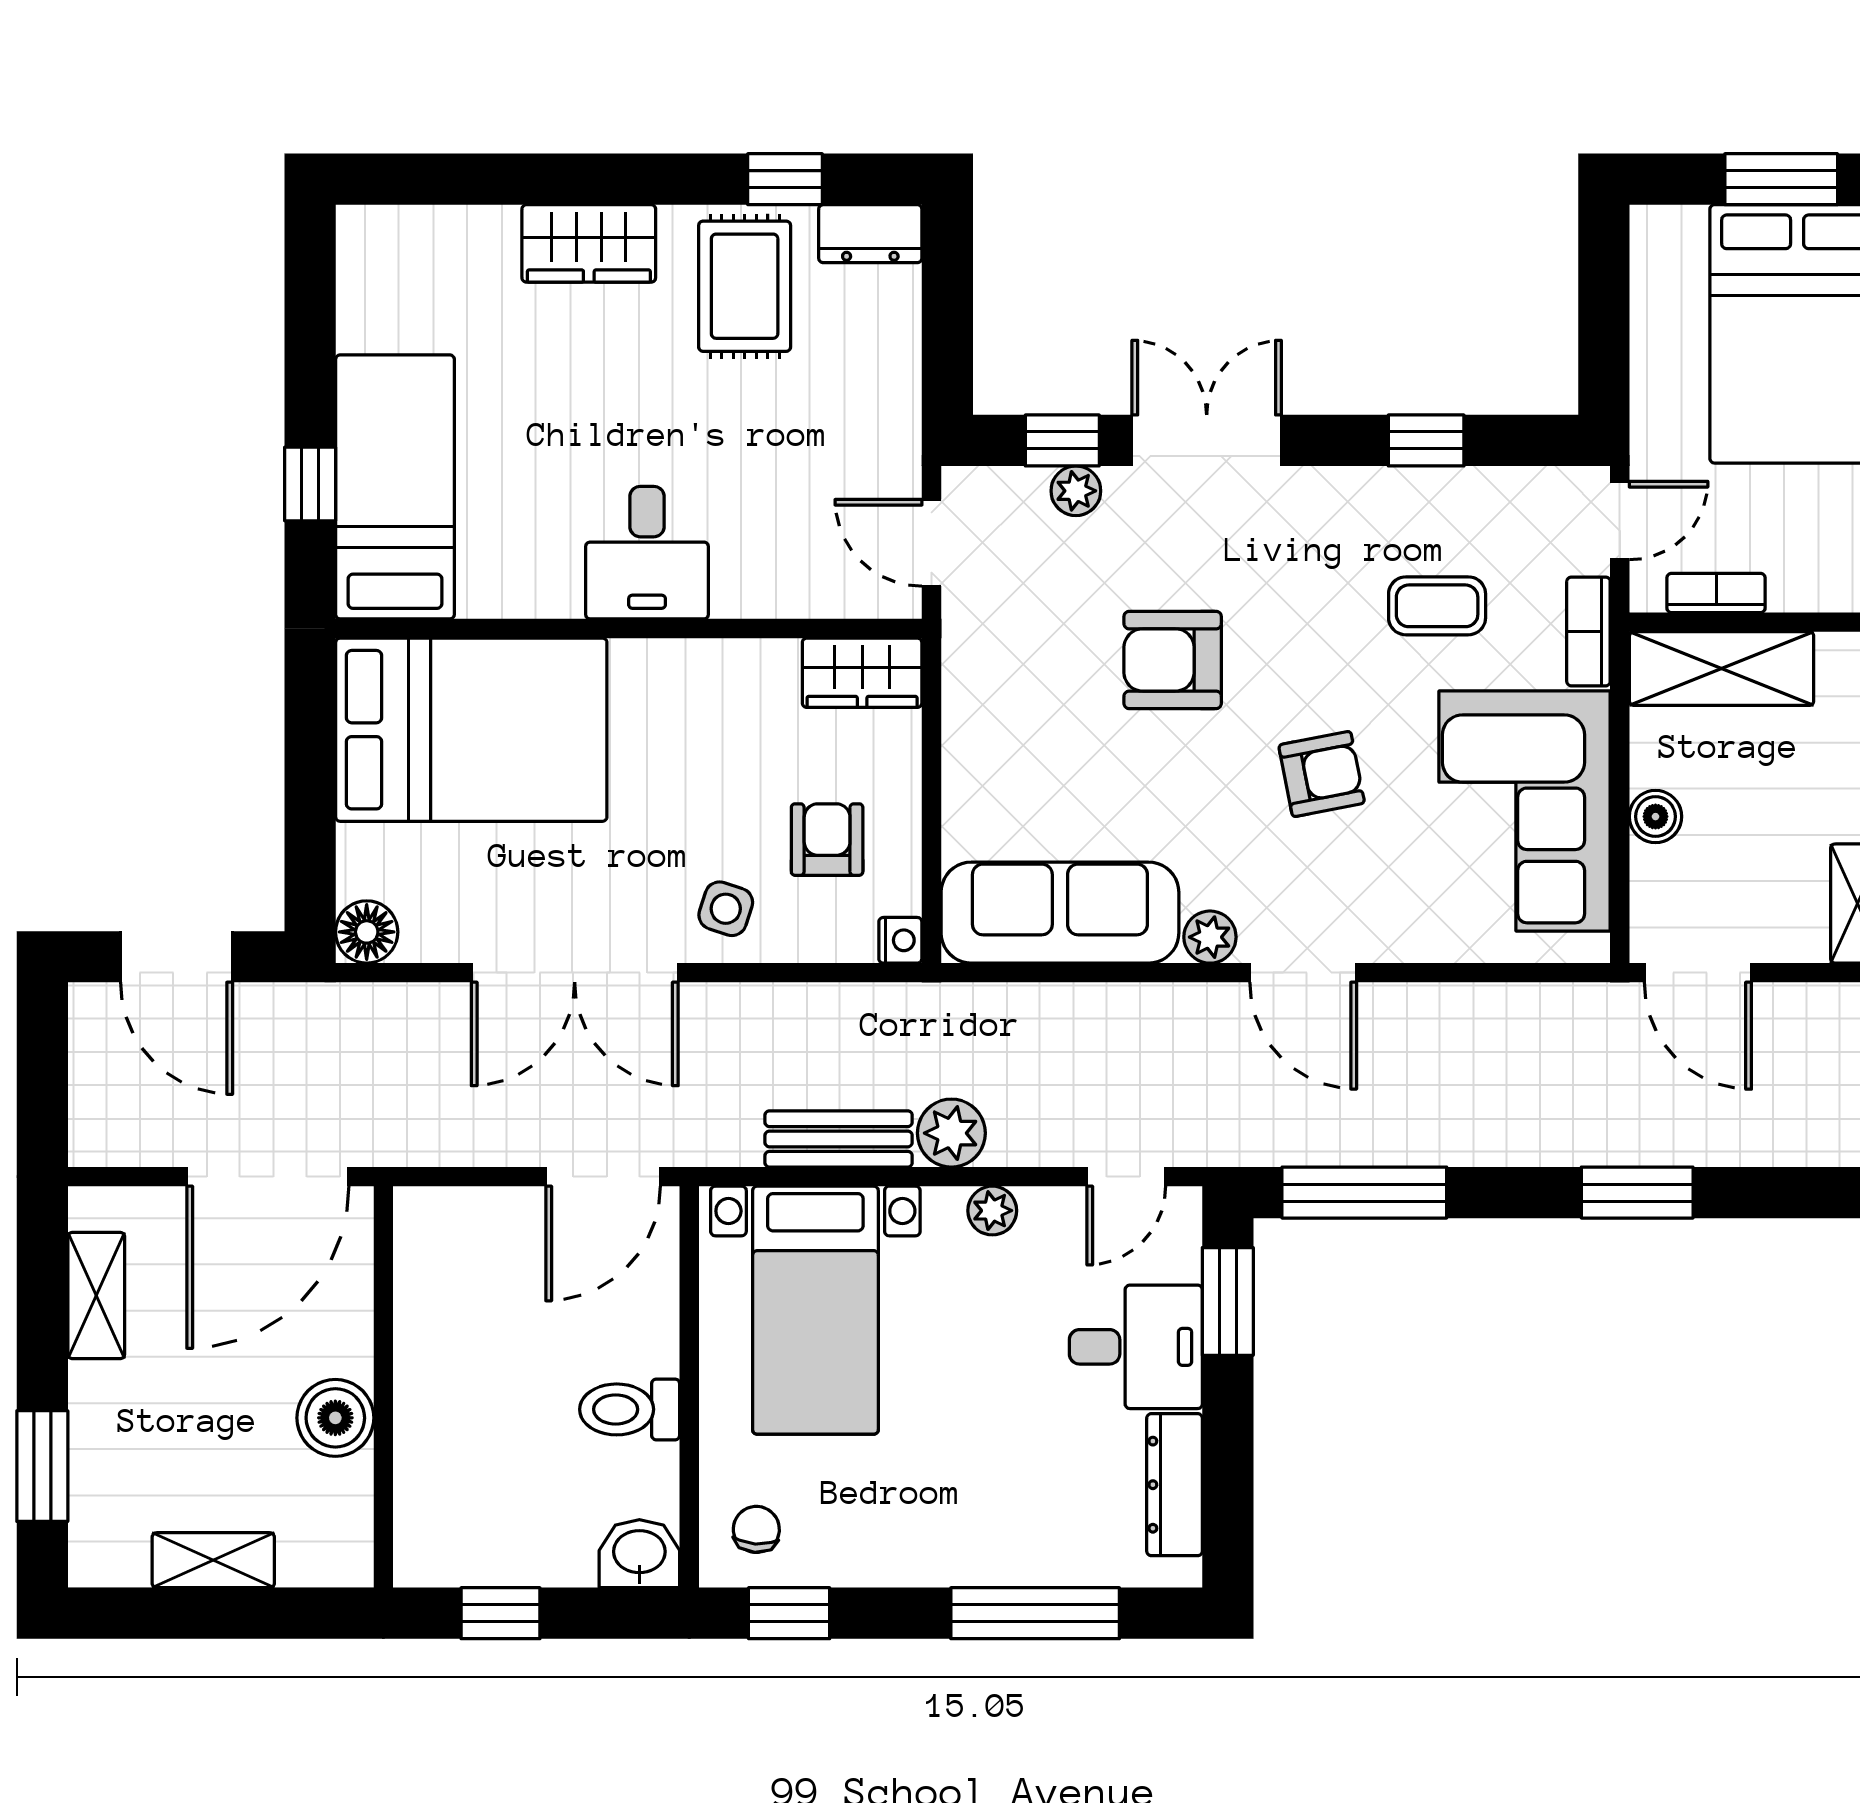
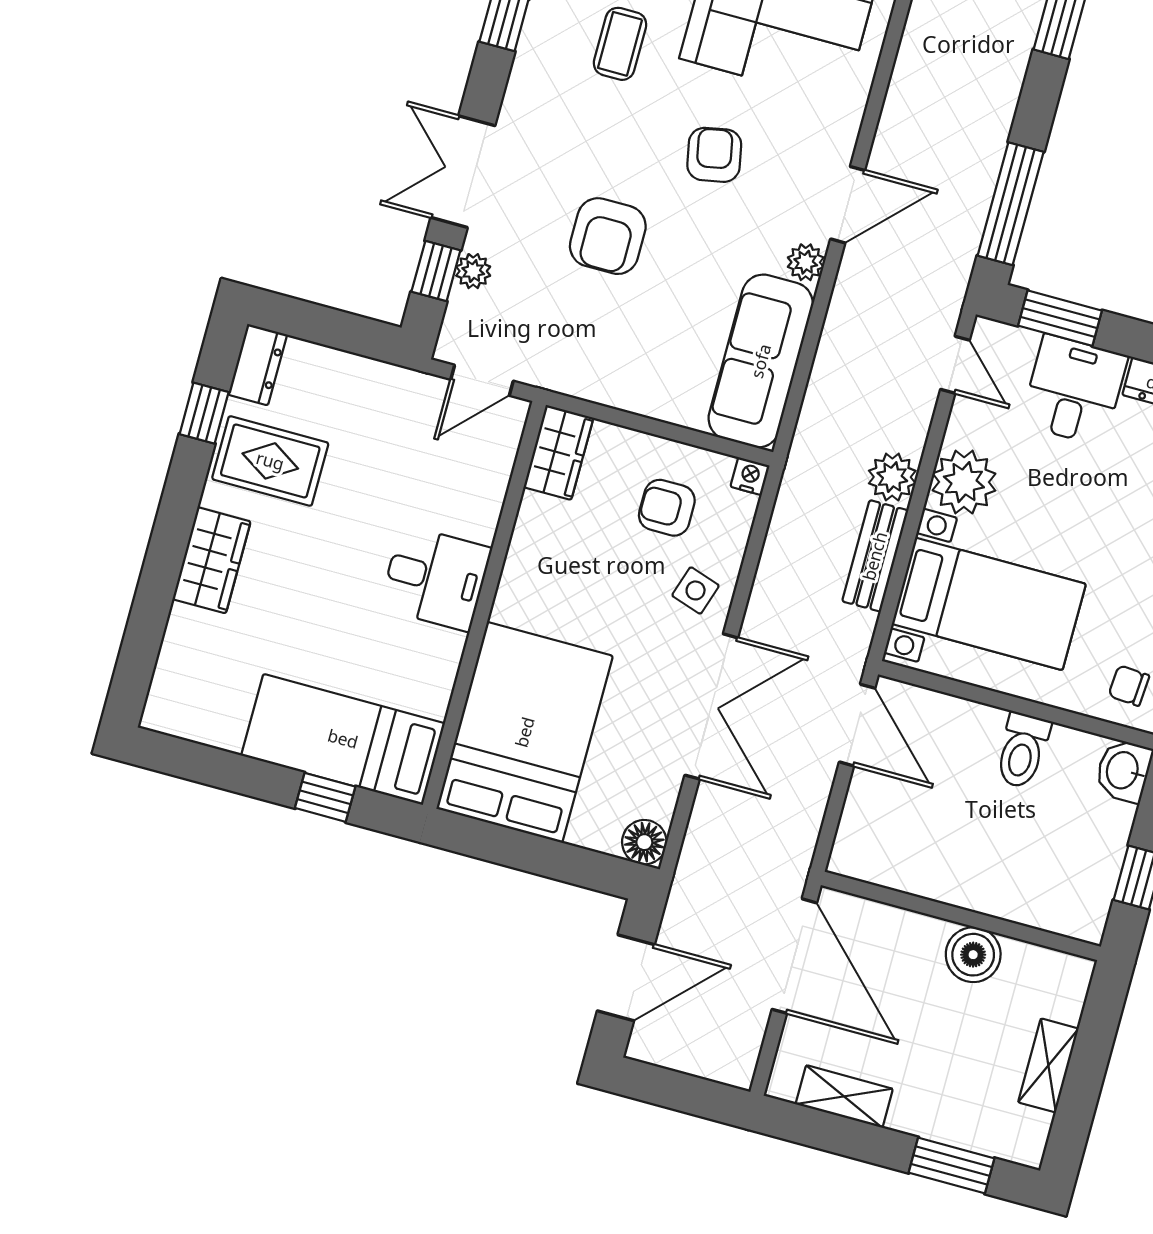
plant: (992, 1211) -> (964, 482), width x1.87, depth x1.87

